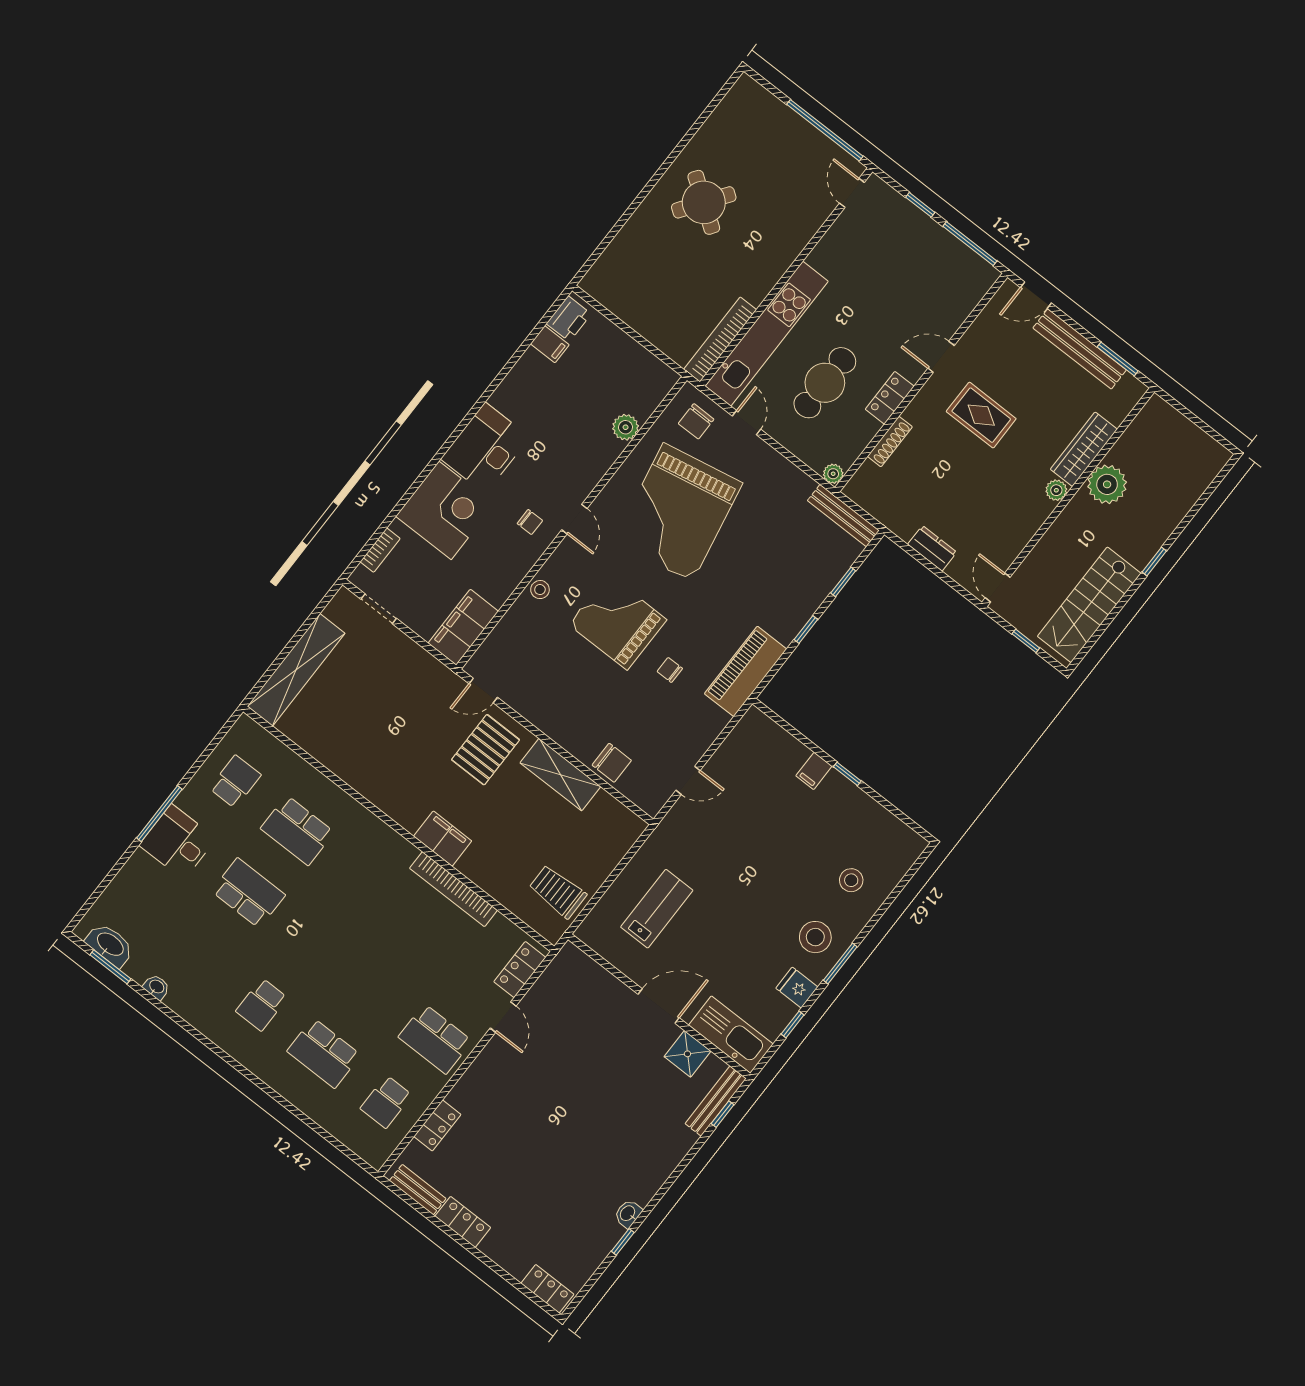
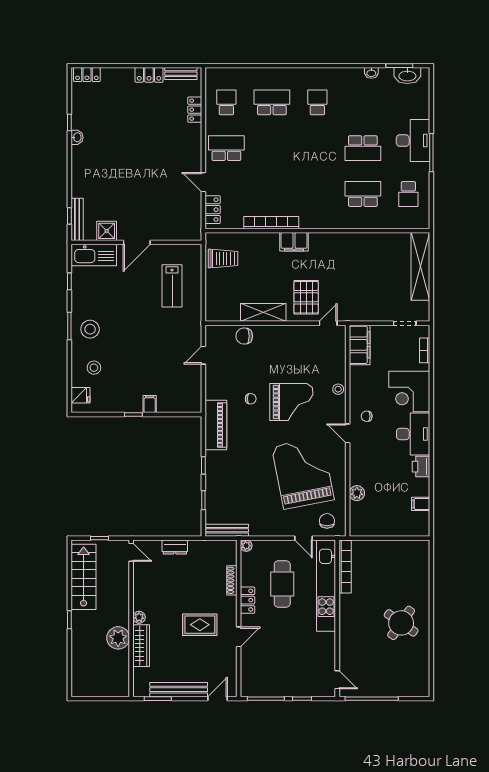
printer: (569, 319) -> (421, 467), moved
desk: (178, 842) -> (413, 141), width x1.37
fridge: (797, 988) -> (81, 395), moved

